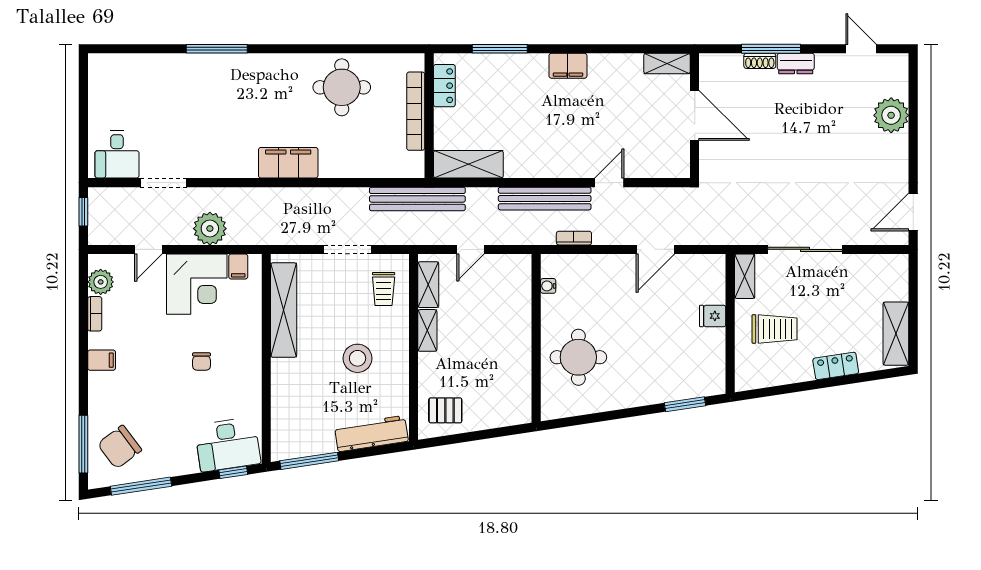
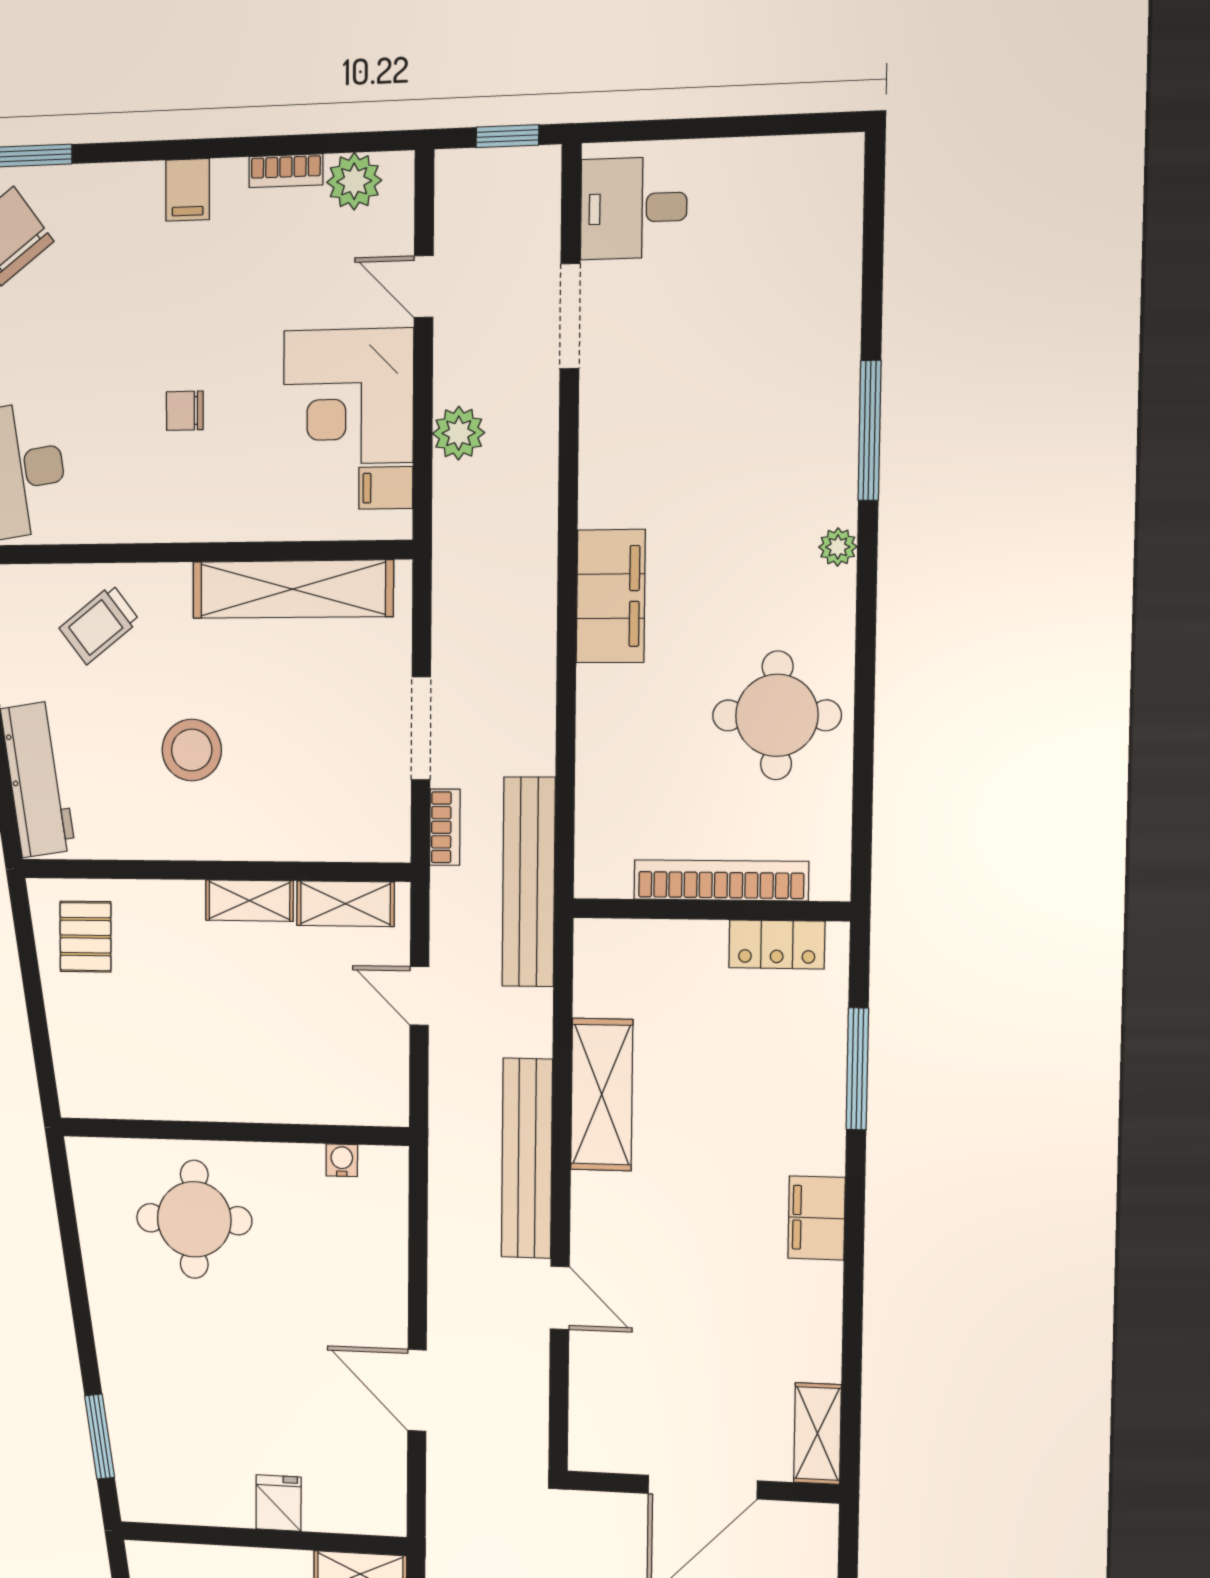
plant: (267, 62) -> (838, 547), added
shelving: (468, 164) -> (602, 1095), moved
plant: (210, 229) -> (459, 433), width x0.73, depth x0.73
bookcase: (574, 238) -> (445, 827), moved
trolley: (384, 289) -> (99, 624), moved, turned -38

